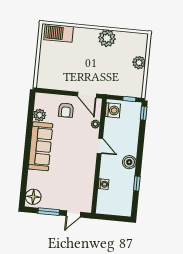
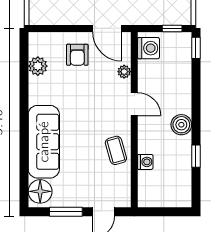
sofa: (40, 146) -> (44, 142), moved
coffee table: (85, 175) -> (116, 150), added

